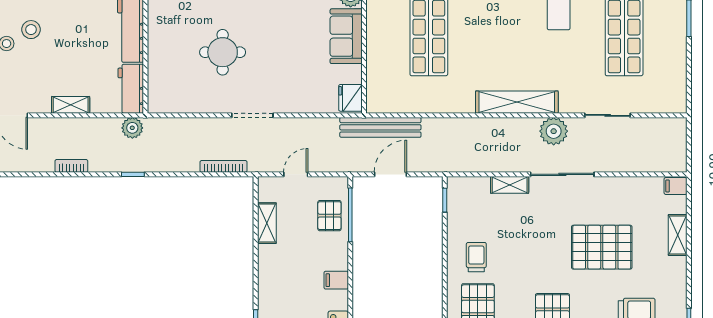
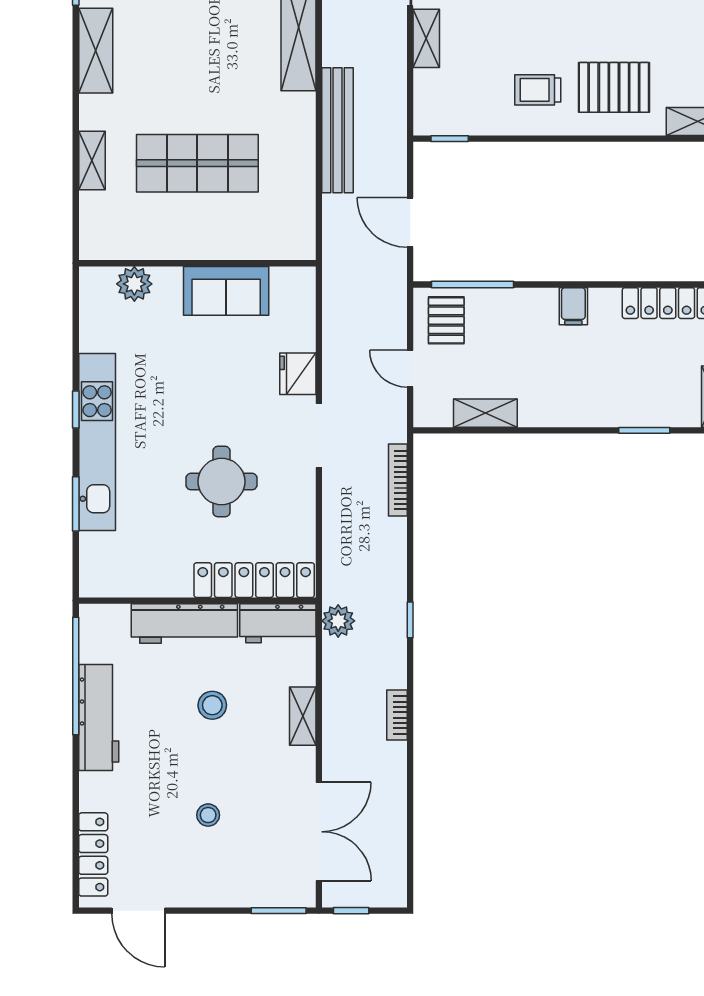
stool: (31, 30) -> (212, 705), moved
sofa: (346, 36) -> (226, 291), moved
locker: (159, 73) -> (254, 580), added
fridge: (350, 98) -> (298, 374), moved, turned 90
bench: (380, 127) -> (337, 130), moved
pallet: (329, 216) -> (446, 320), moved, turned 90

